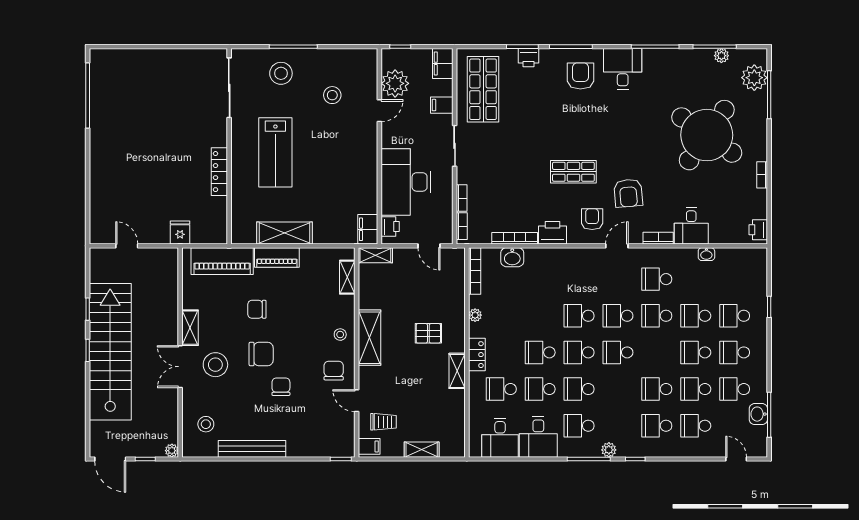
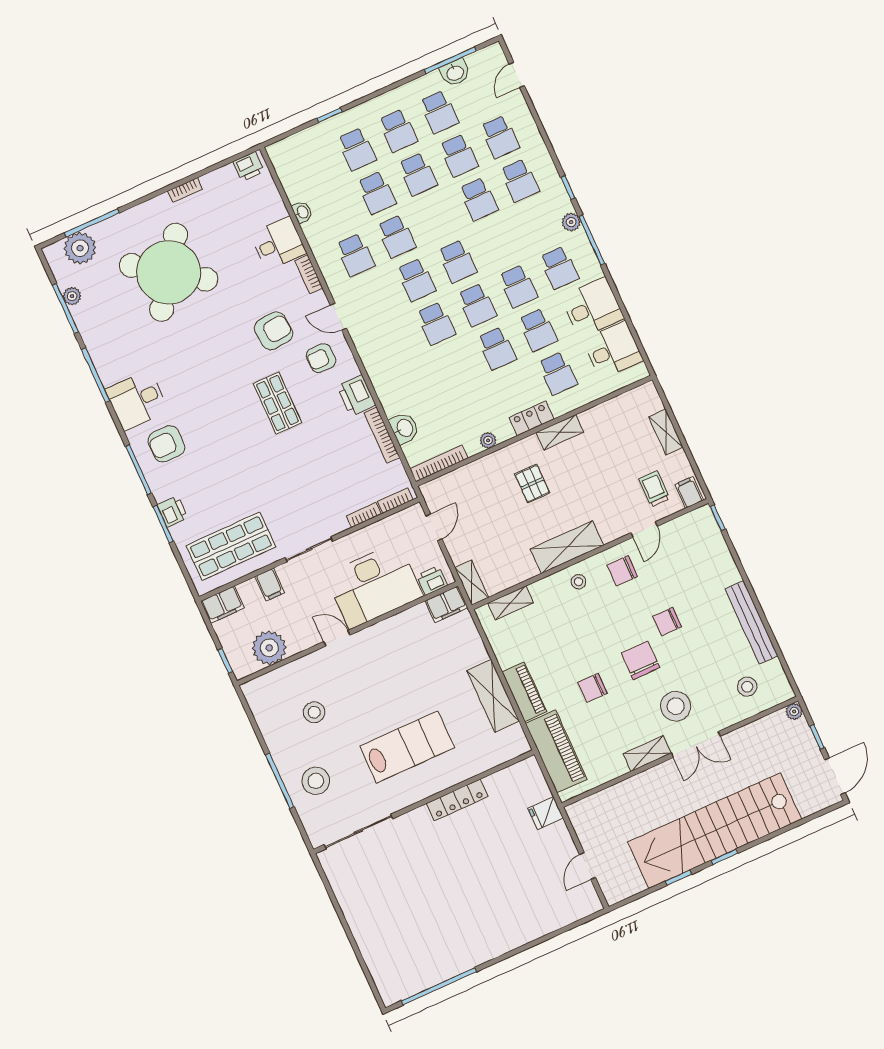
door: (379, 111) -> (337, 638), moved
chair: (257, 309) -> (592, 688), turned 90

